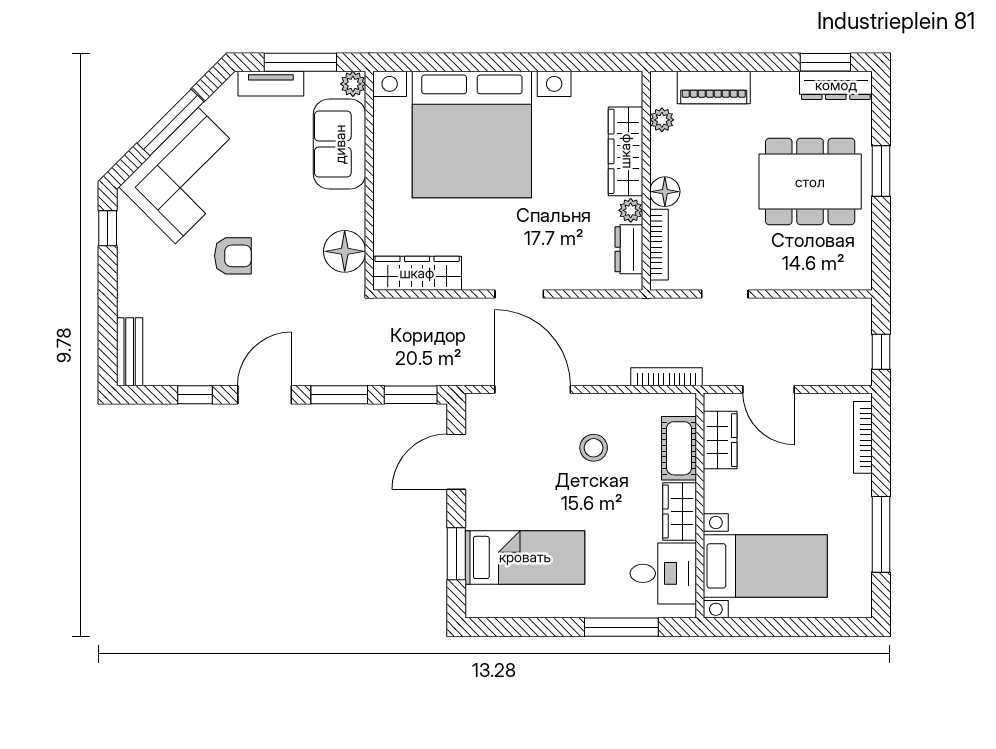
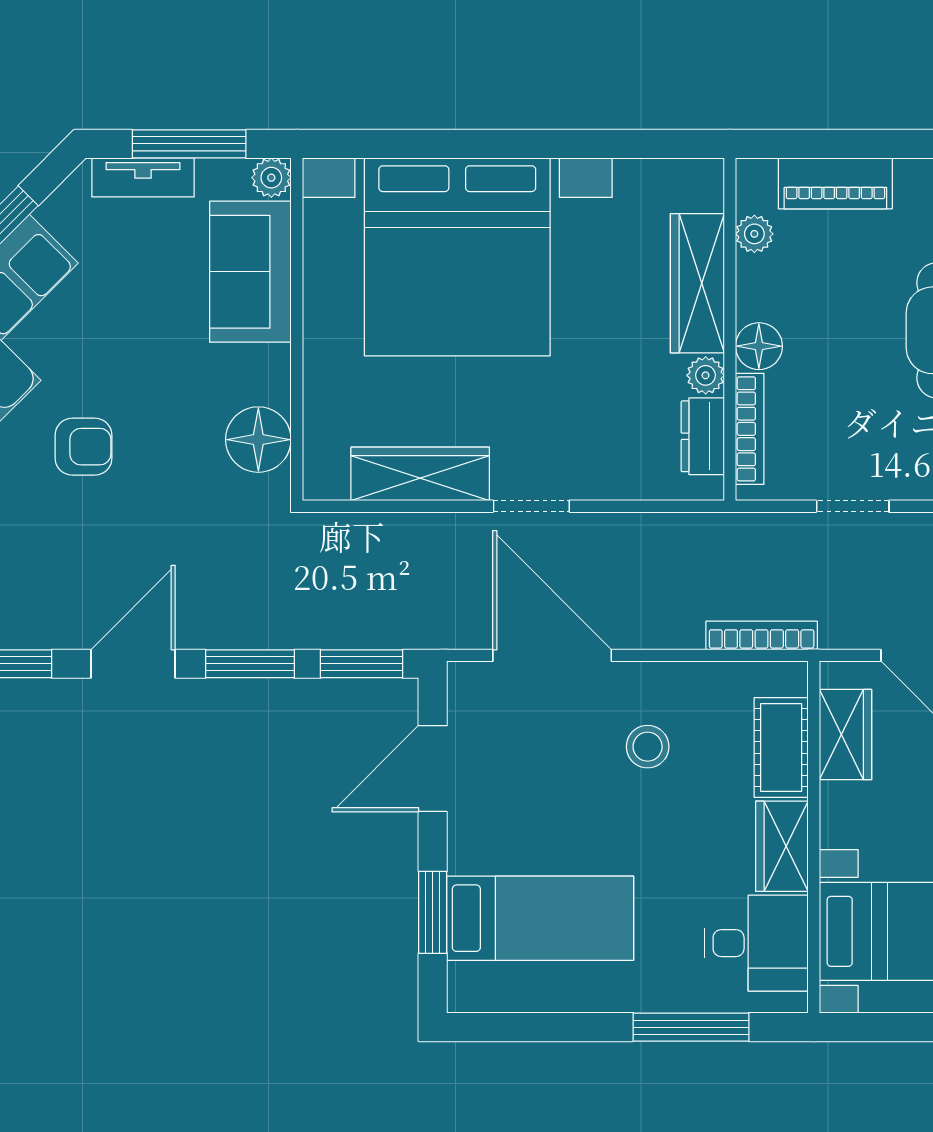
wardrobe: (417, 273) -> (420, 474), moved

